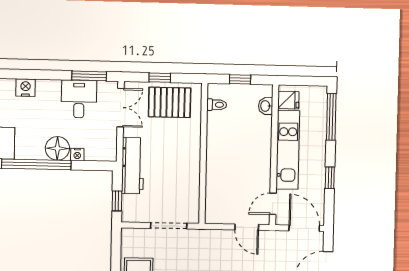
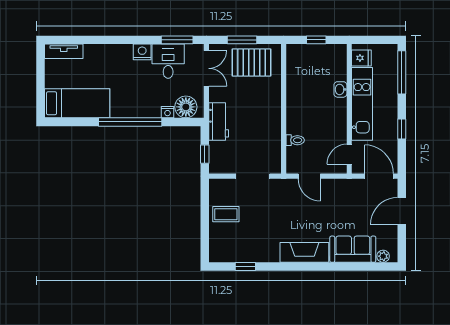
window: (160, 78) -> (242, 40), width x1.50
nightstand: (26, 88) -> (142, 52), moved
toilet: (217, 105) -> (295, 140), moved
washbasin: (266, 106) -> (340, 89), moved
floor lamp: (57, 148) -> (186, 107), moved
workbench: (133, 166) -> (219, 121), width x0.73
door: (247, 227) -> (309, 176), moved

